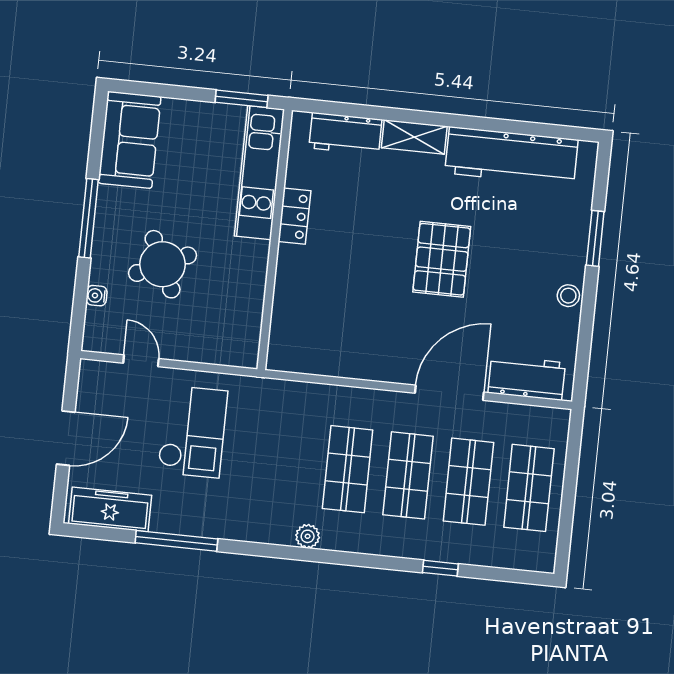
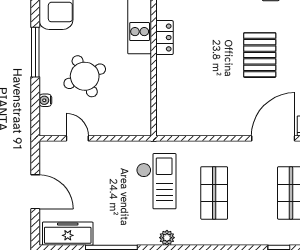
checkout: (193, 432) -> (156, 181), moved
door: (66, 438) -> (35, 192), hinge flipped
shop shelf: (408, 475) -> (253, 193), removed
plant: (308, 536) -> (167, 238), moved

